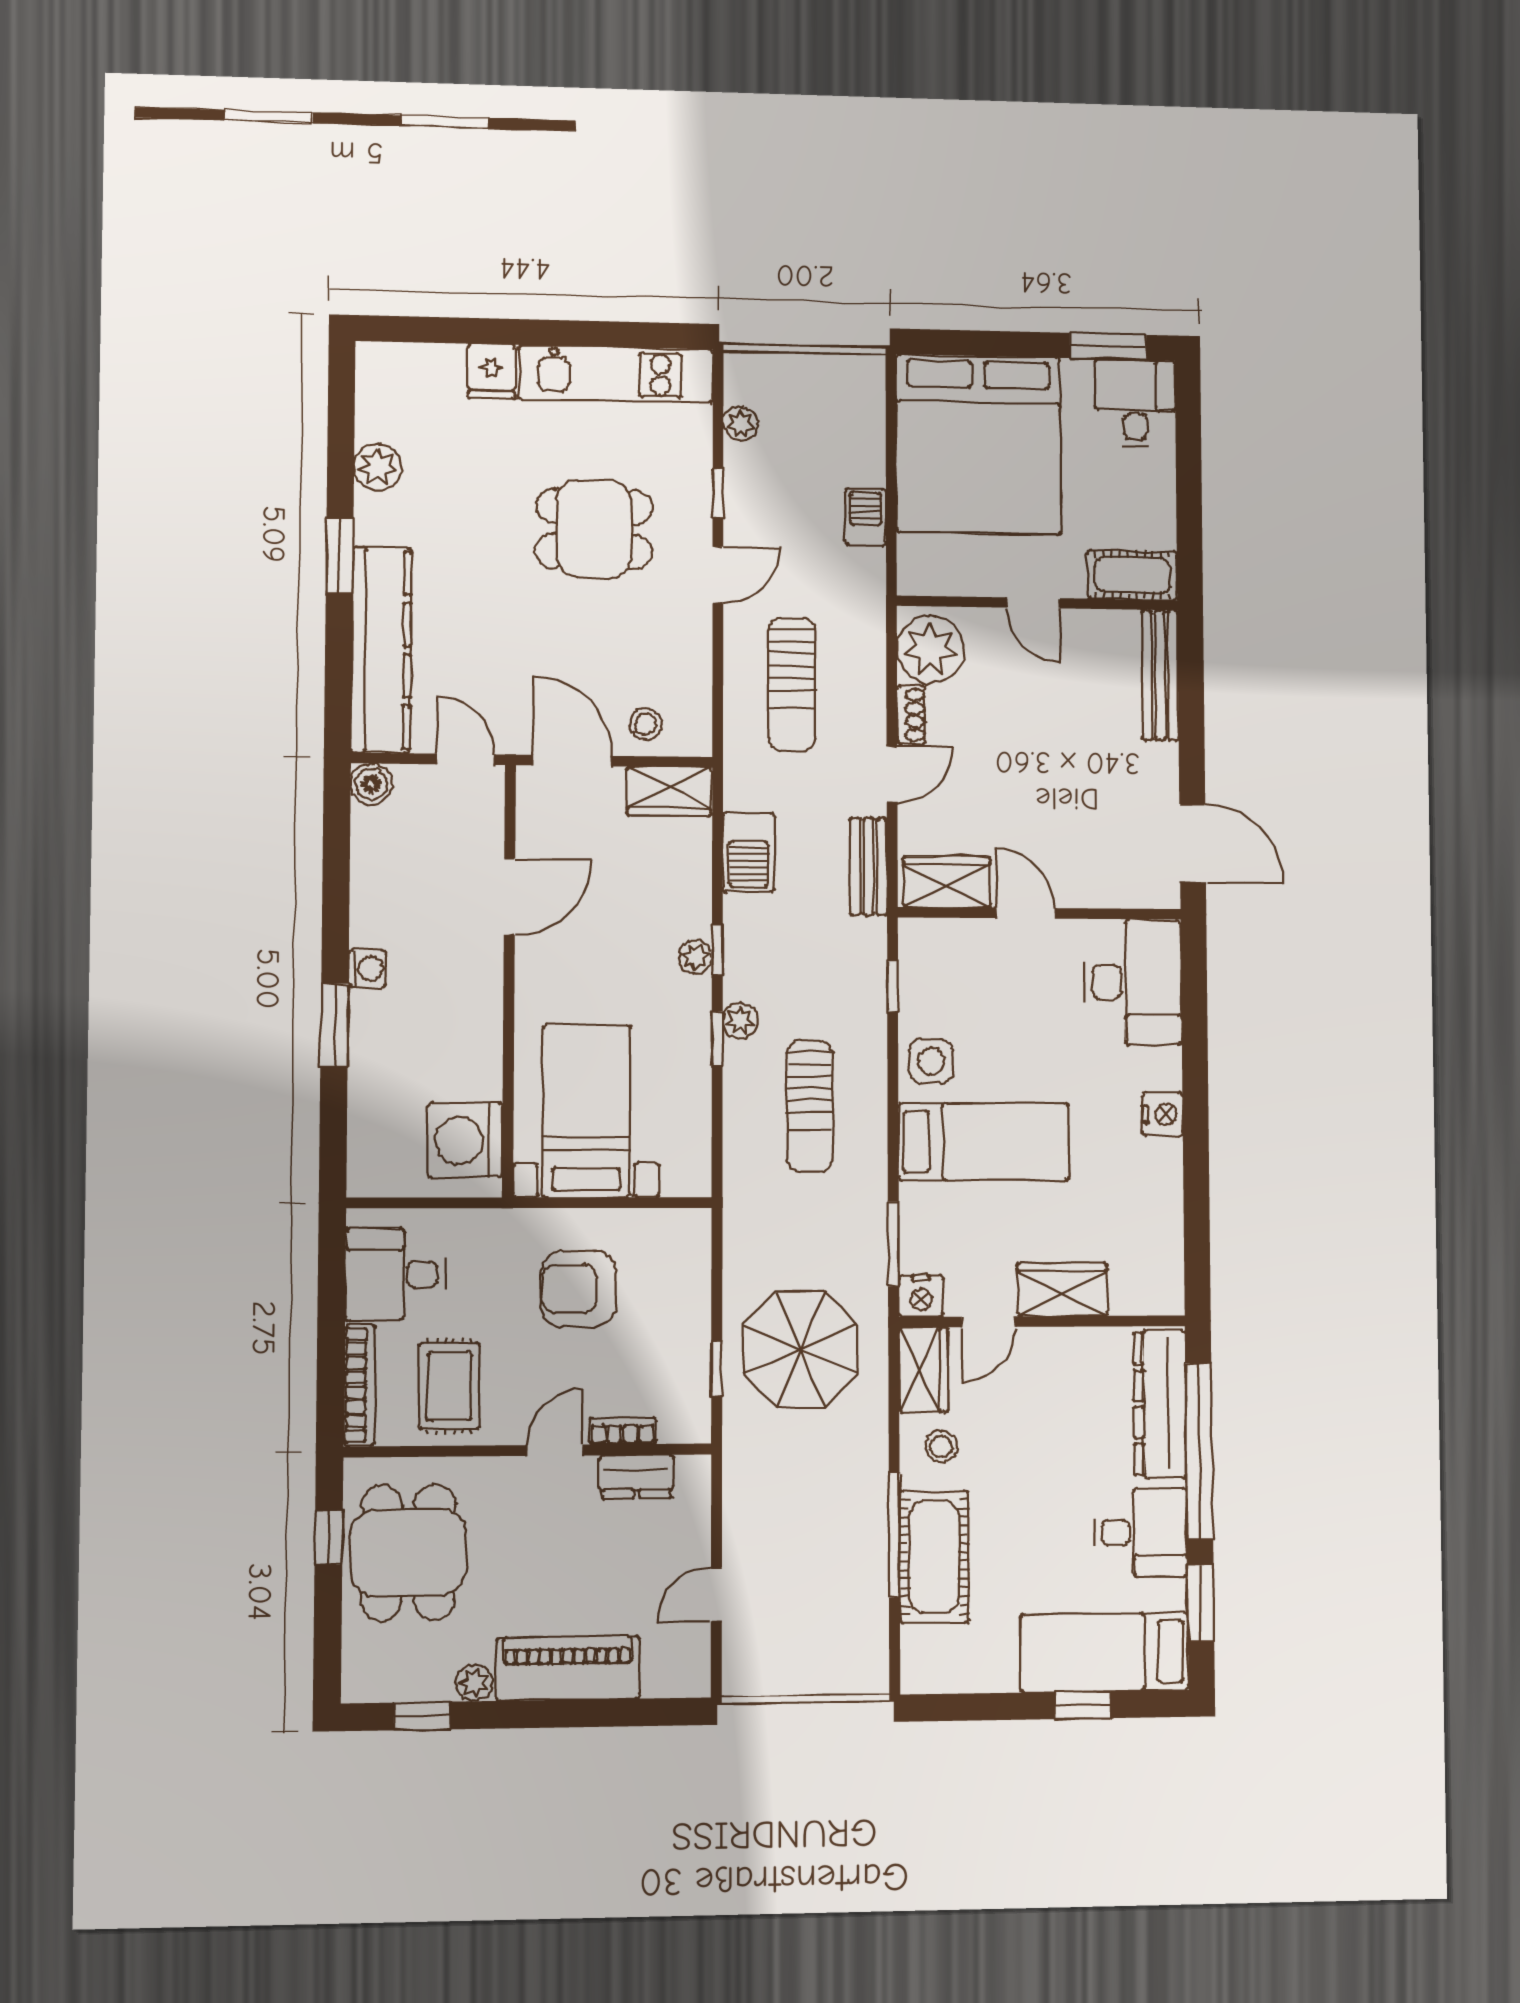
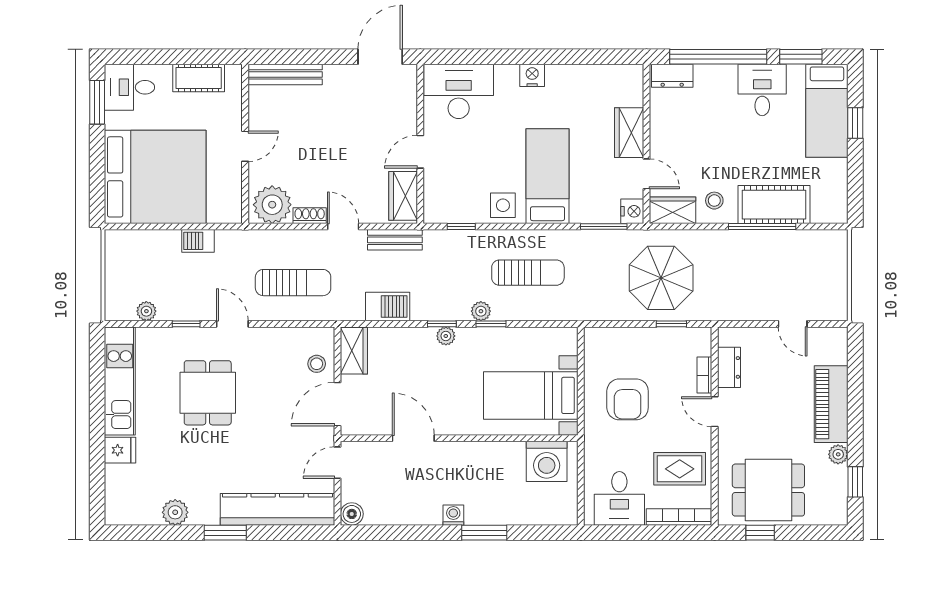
cot: (1132, 575) -> (199, 78), moved, turned 90
dresser: (1160, 1404) -> (672, 76), width x0.51, depth x0.80

